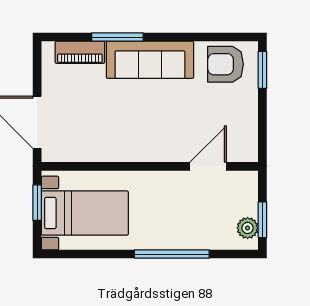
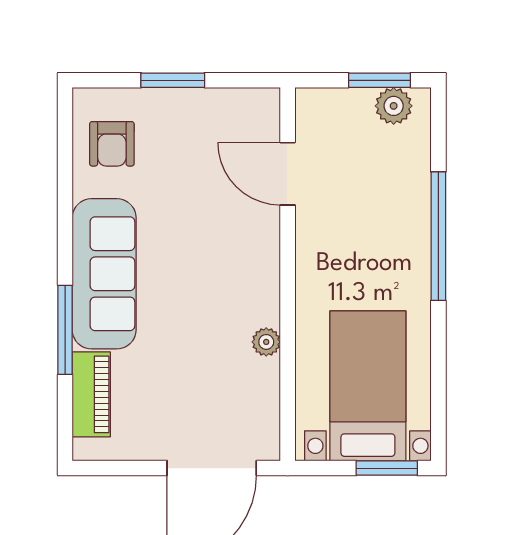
armchair: (226, 64) -> (112, 144), width x0.72, depth x0.72
window: (262, 70) -> (173, 80), moved
plant: (110, 154) -> (266, 342), added
window: (37, 203) -> (387, 468), moved

